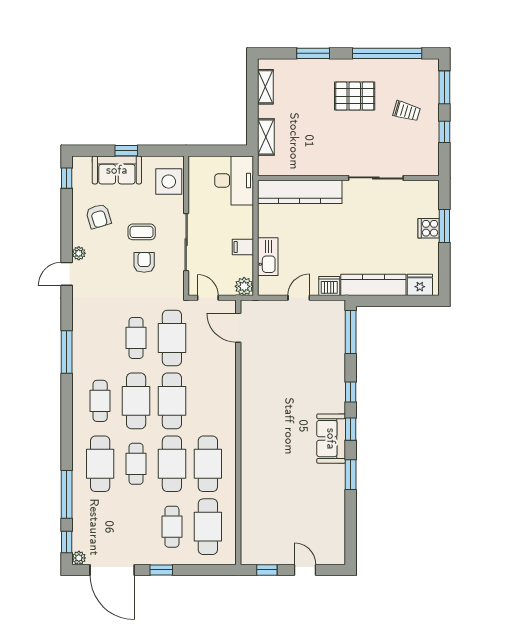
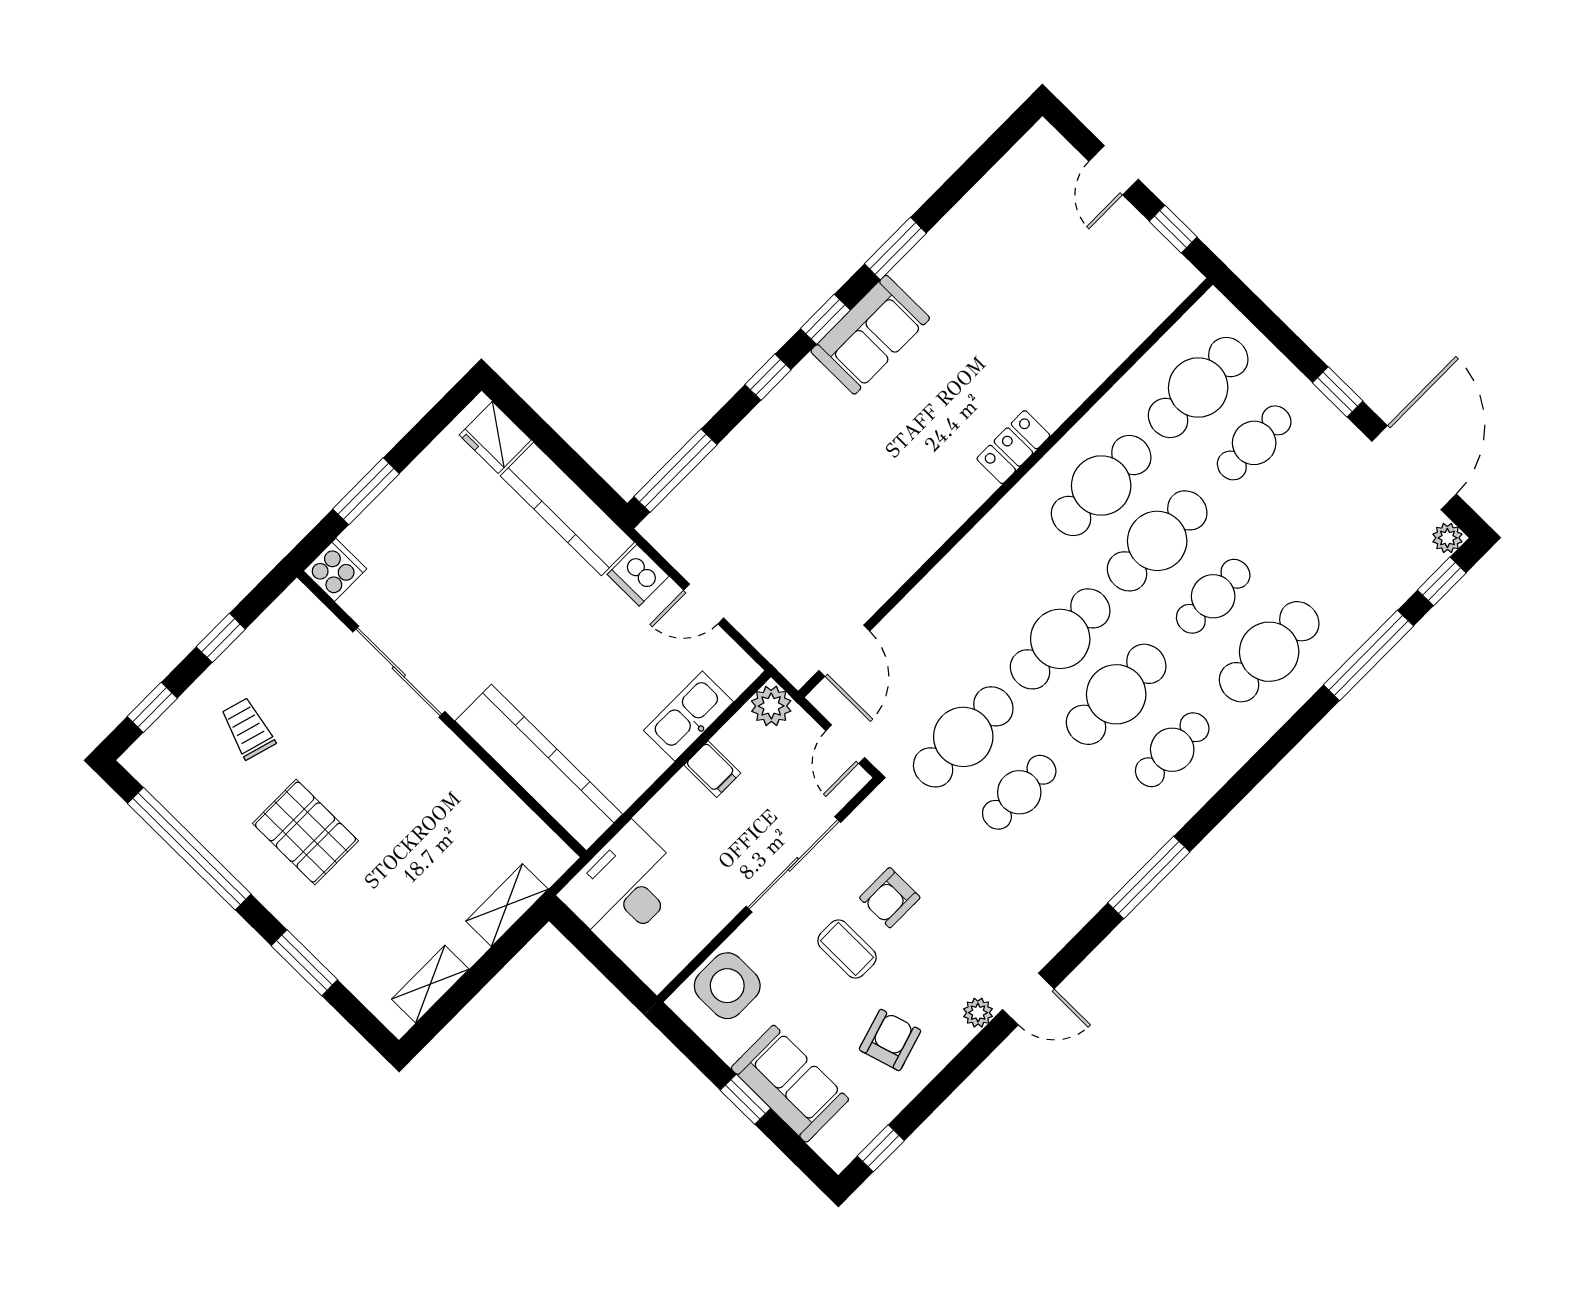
window: (444, 87) -> (152, 707), width x0.67
cooker: (429, 228) -> (335, 570), moved, turned -90
locker: (249, 448) -> (1013, 447), added

